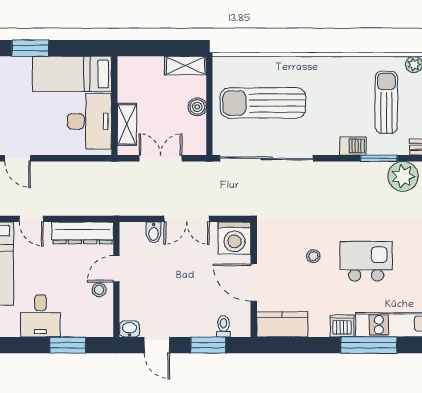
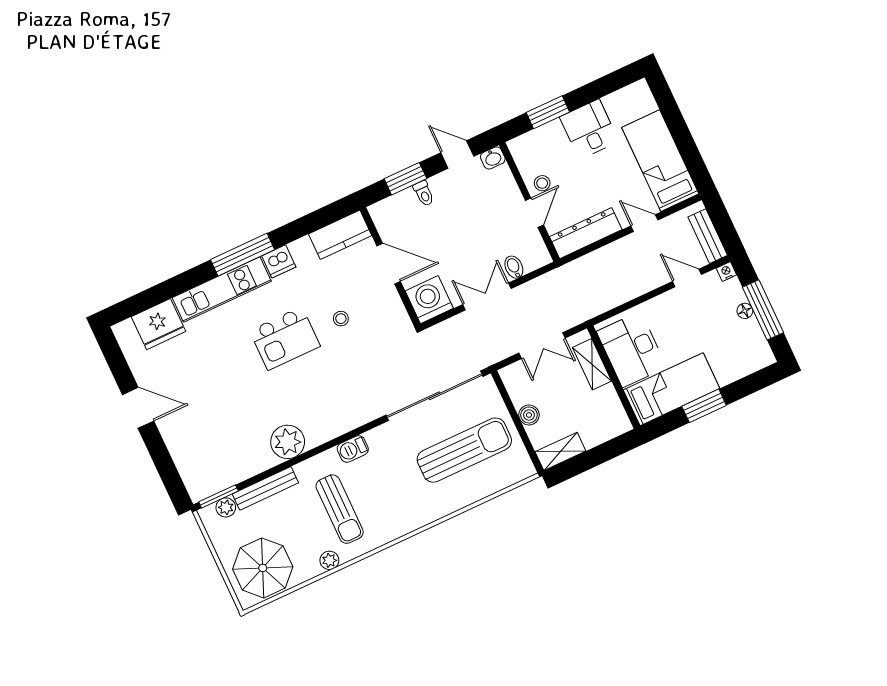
window: (30, 48) -> (704, 406), moved
window: (379, 158) -> (321, 449), removed
toilet: (224, 326) -> (424, 193), moved

